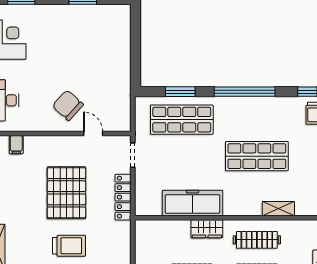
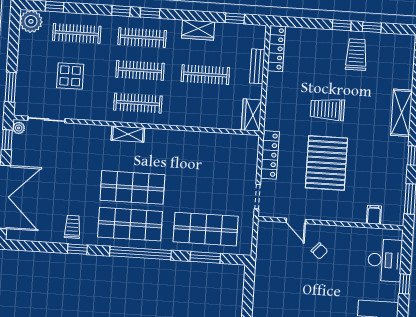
chair: (68, 105) -> (319, 251), width x0.54, depth x0.54
shop shelf: (257, 120) -> (130, 224), added
freezer: (192, 203) -> (200, 144), removed
shelving: (278, 209) -> (128, 134), moved
wardrobe: (207, 229) -> (252, 115), moved, turned -90

